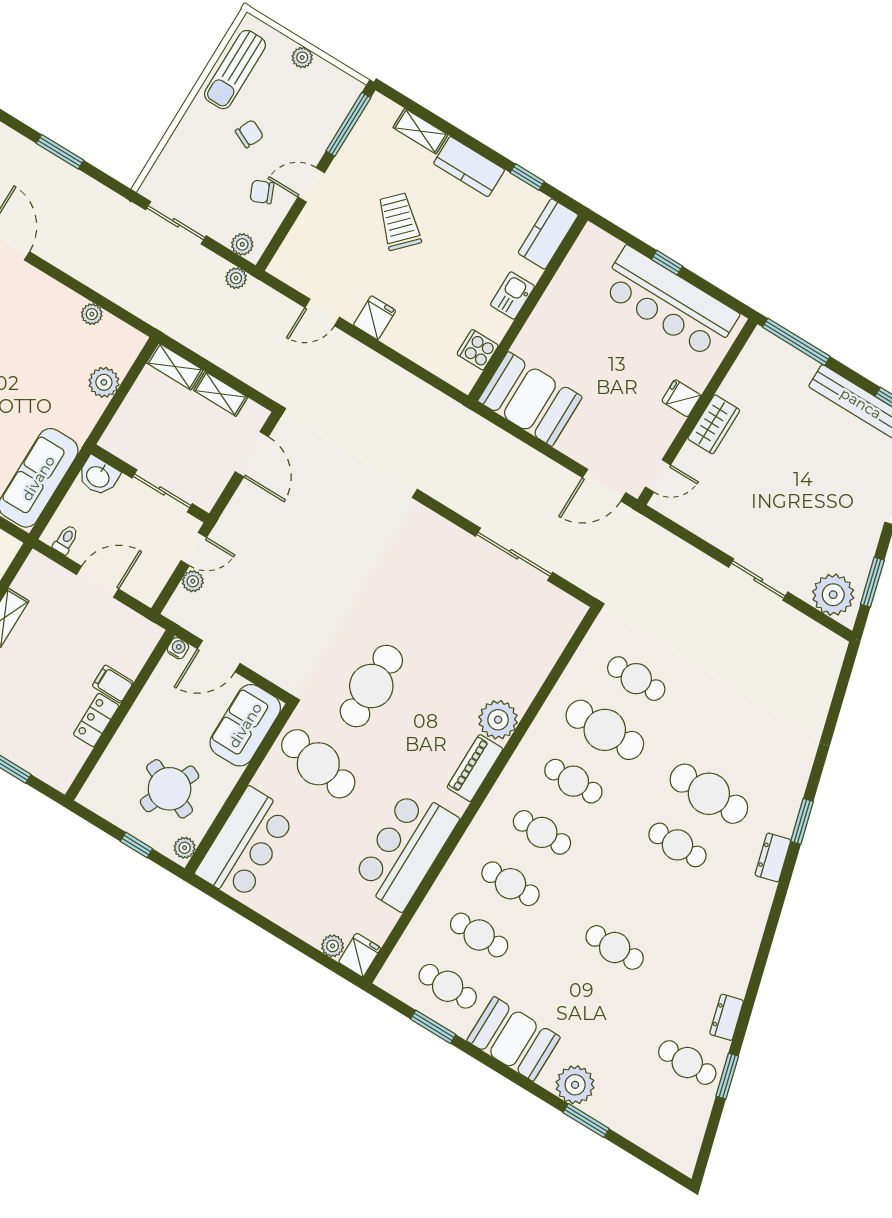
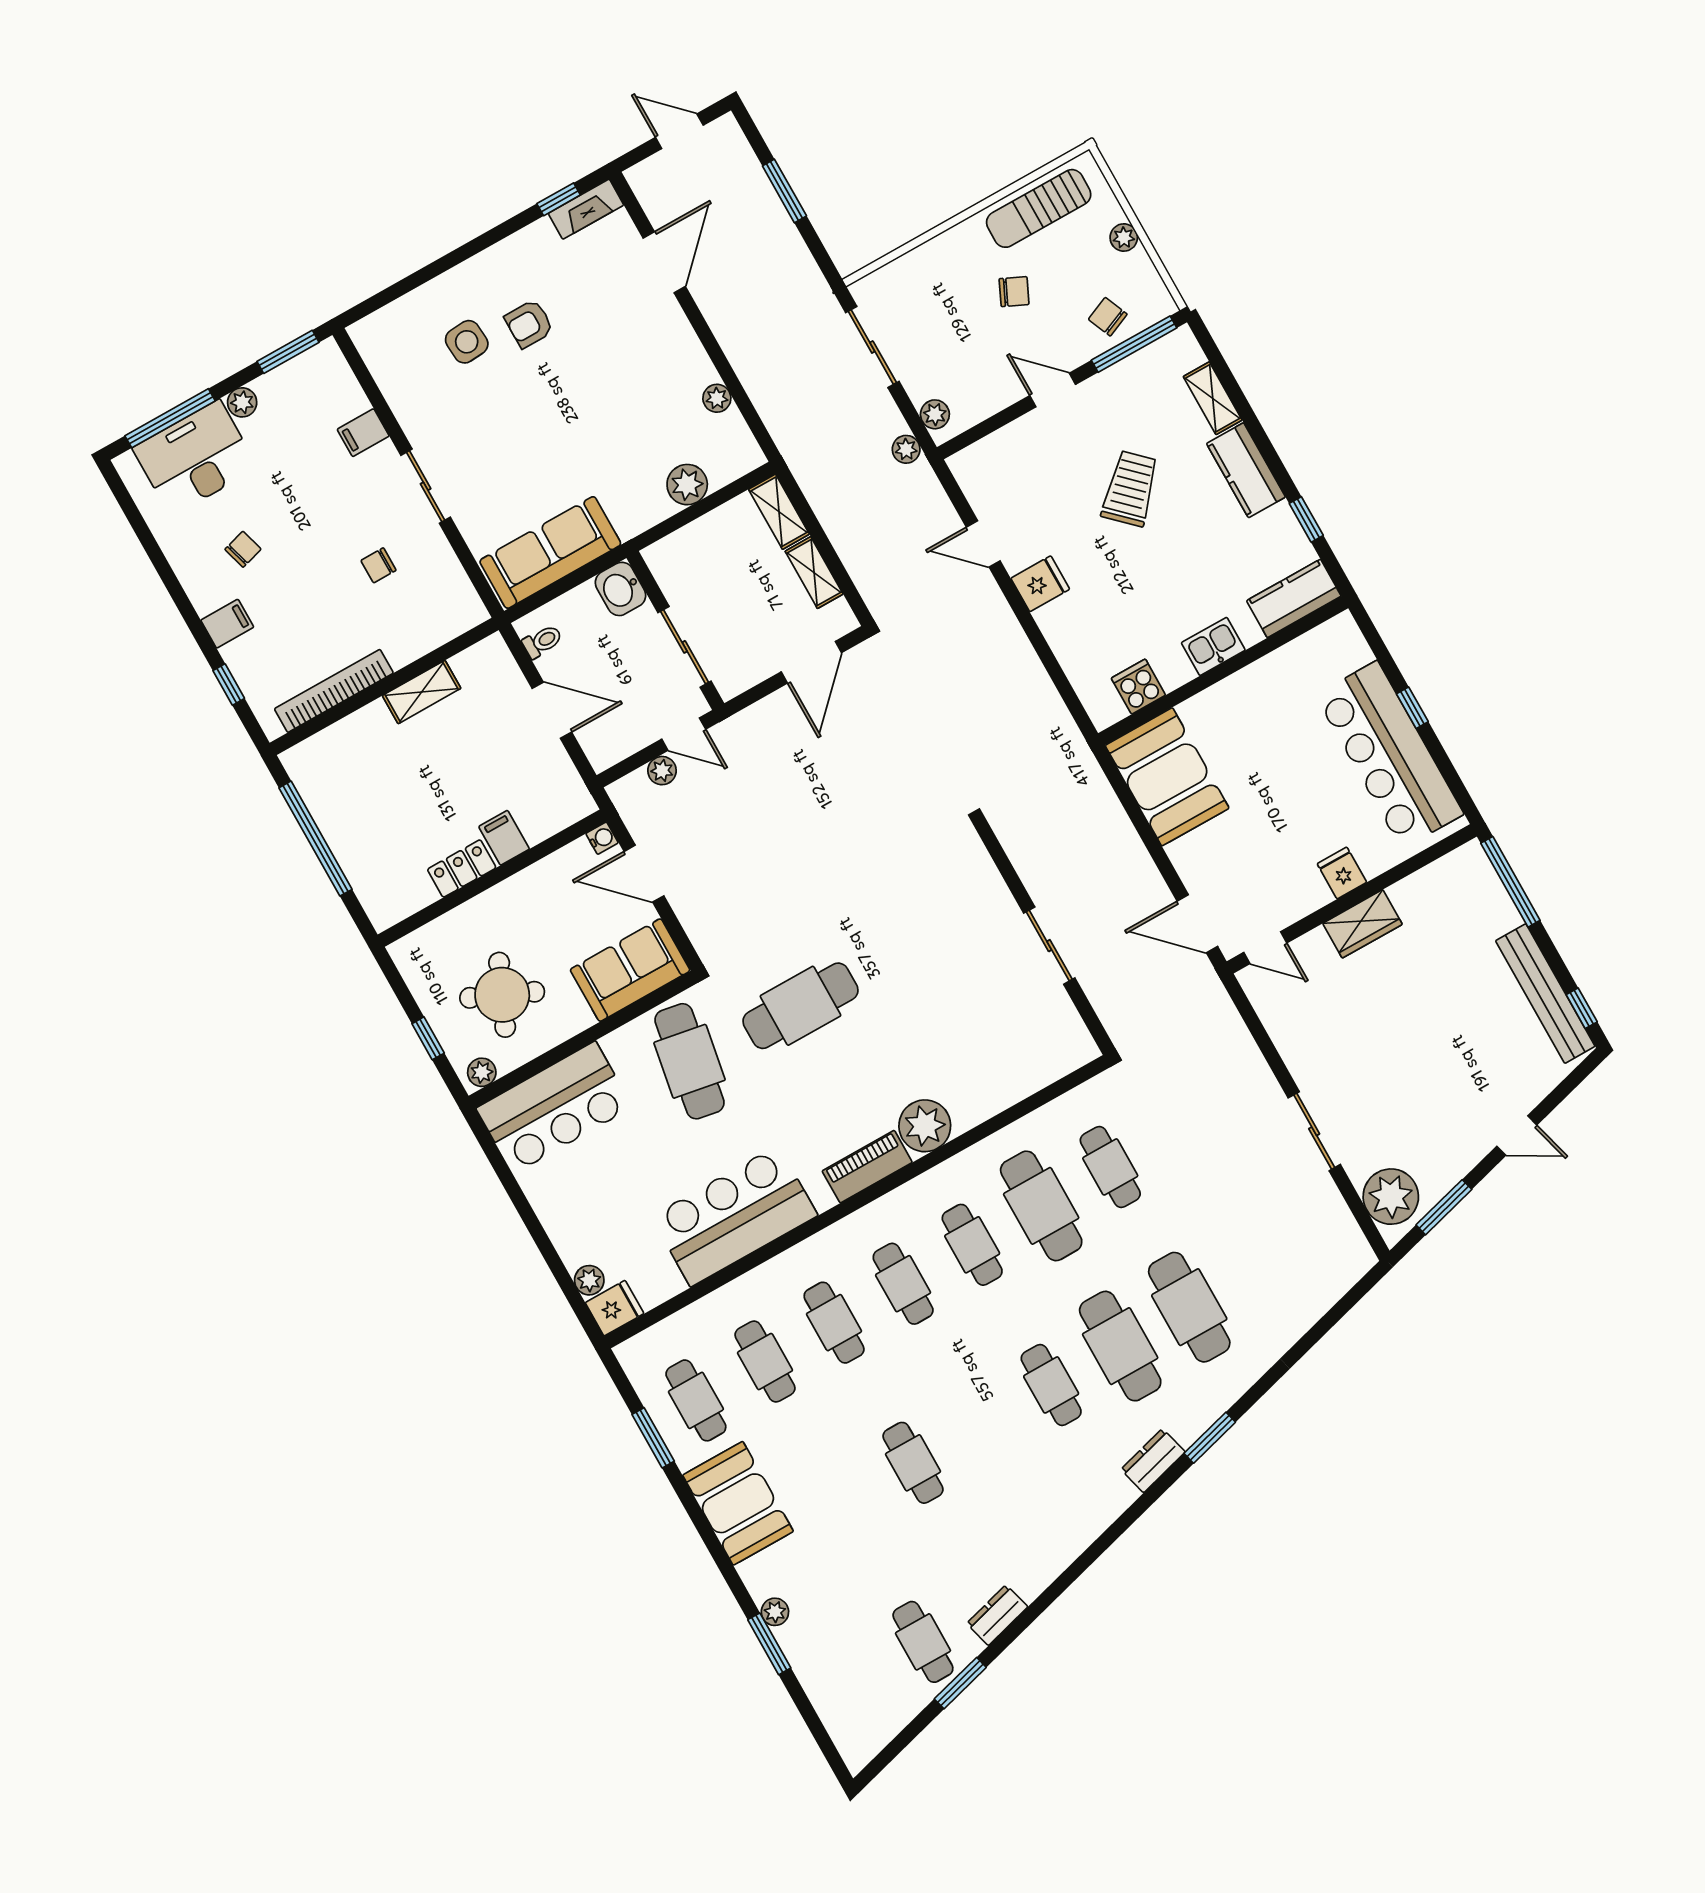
chair: (262, 192) -> (1108, 317), moved
sliding door: (514, 554) -> (1049, 946), width x0.73
cafe table: (740, 742) -> (1189, 1307), added
plant: (575, 1085) -> (775, 1612), width x0.53, depth x0.53

